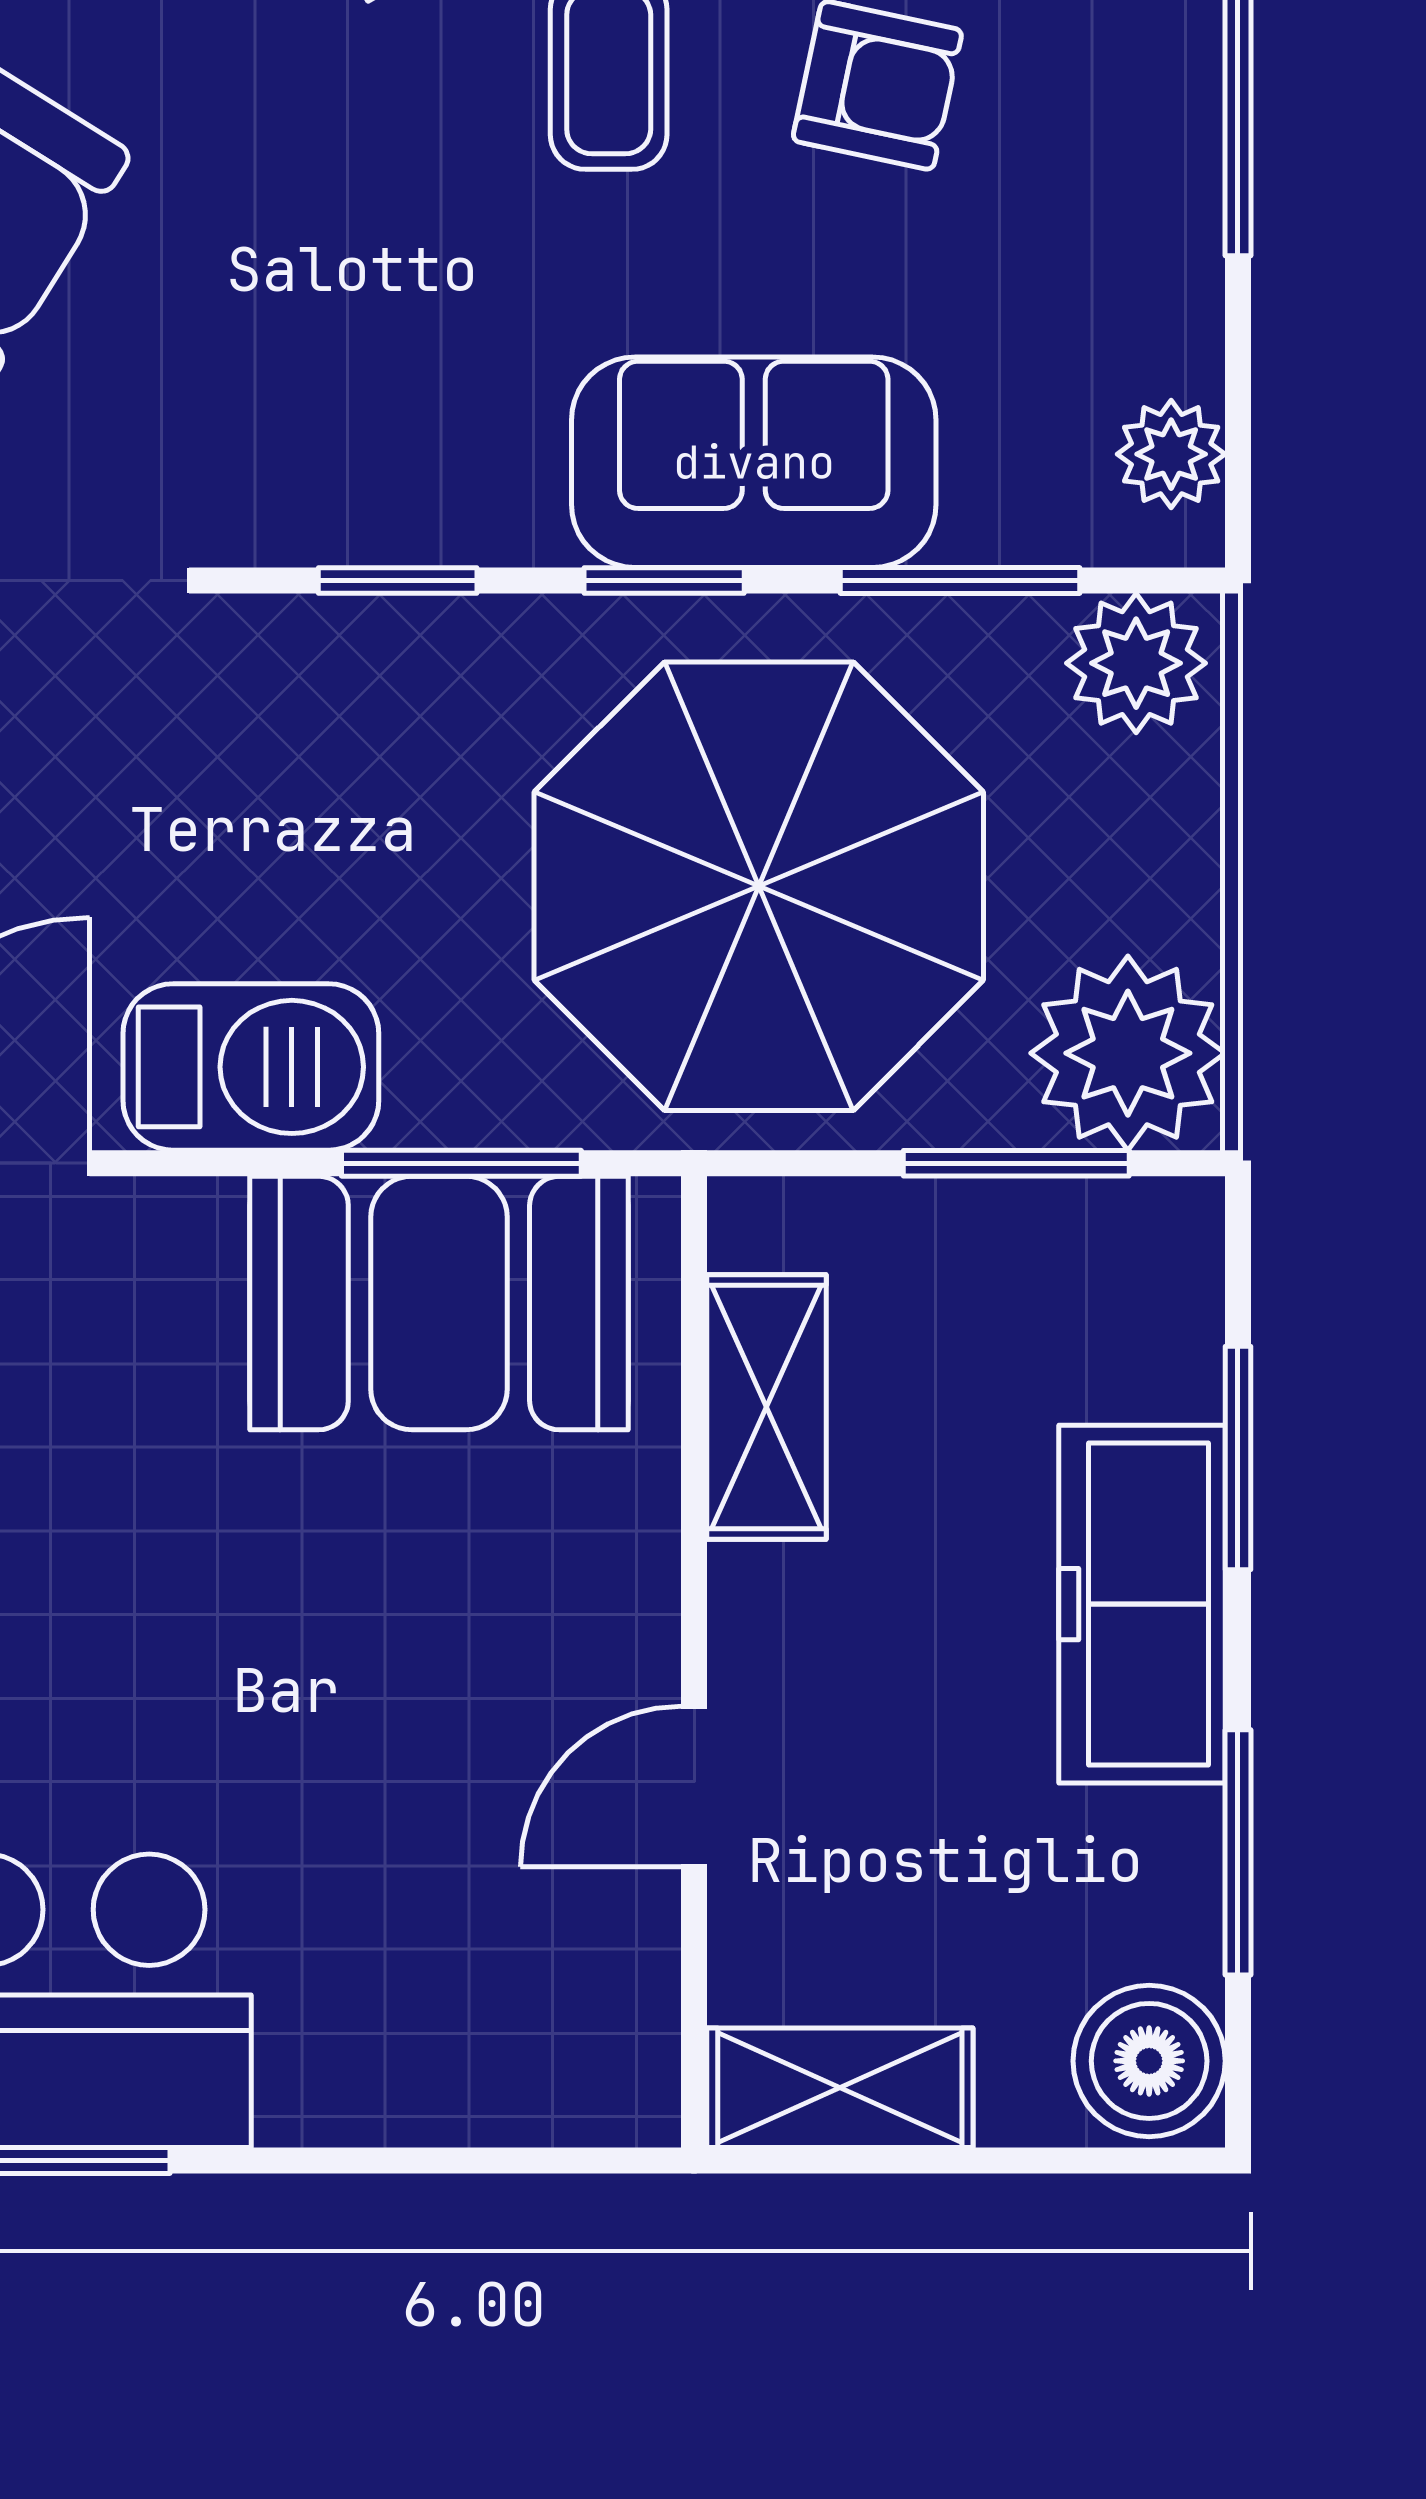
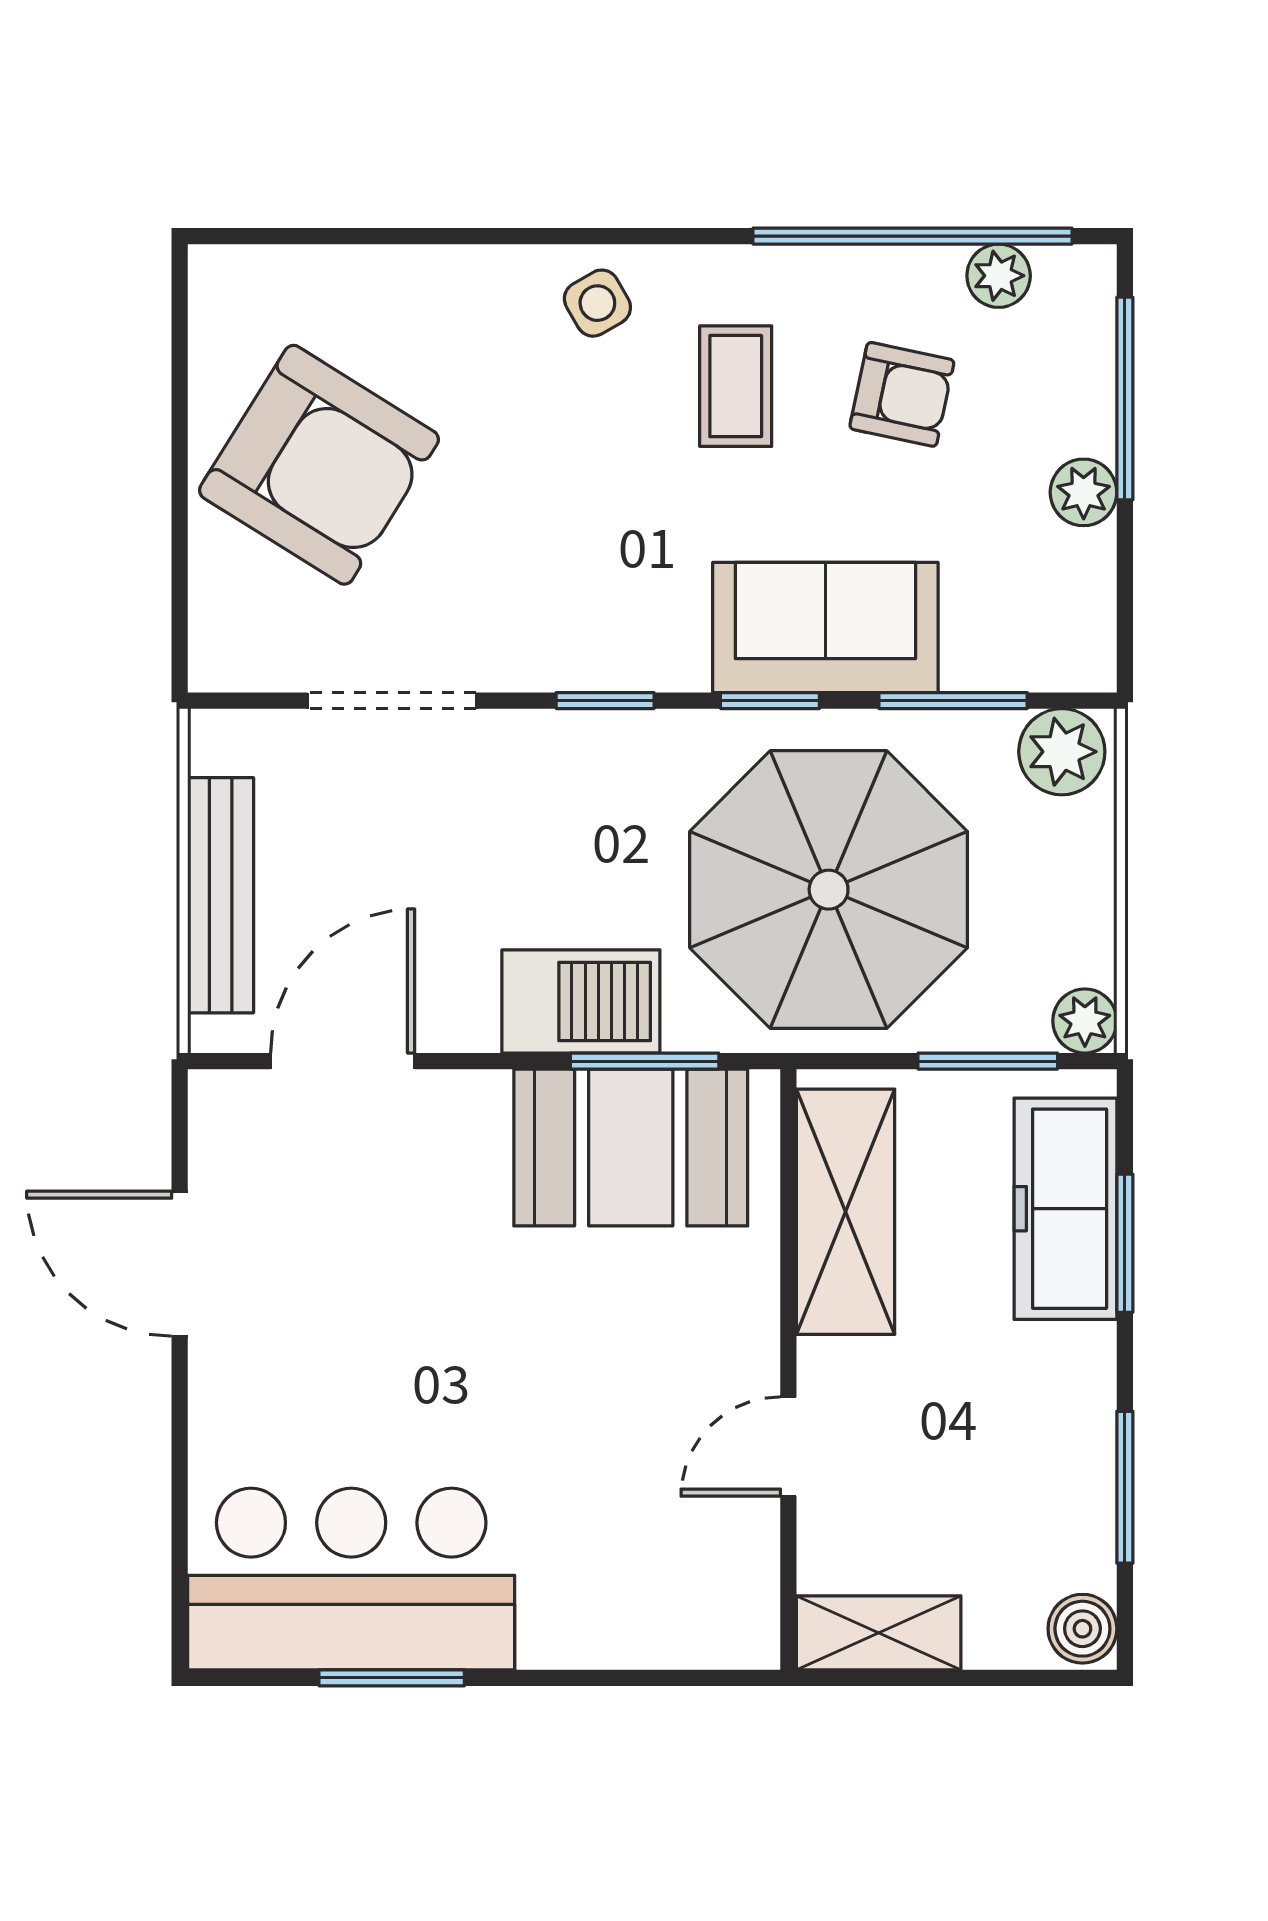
plant: (1171, 454) -> (1084, 492), moved
plant: (1128, 1053) -> (1085, 1021), width x0.53, depth x0.53
barbecue: (251, 1067) -> (581, 1001), moved
shelving: (766, 1407) -> (846, 1212), width x1.50, depth x1.33
freezer: (1142, 1604) -> (1065, 1209), moved
boiler: (1149, 2061) -> (1082, 1629), width x0.73, depth x0.73

